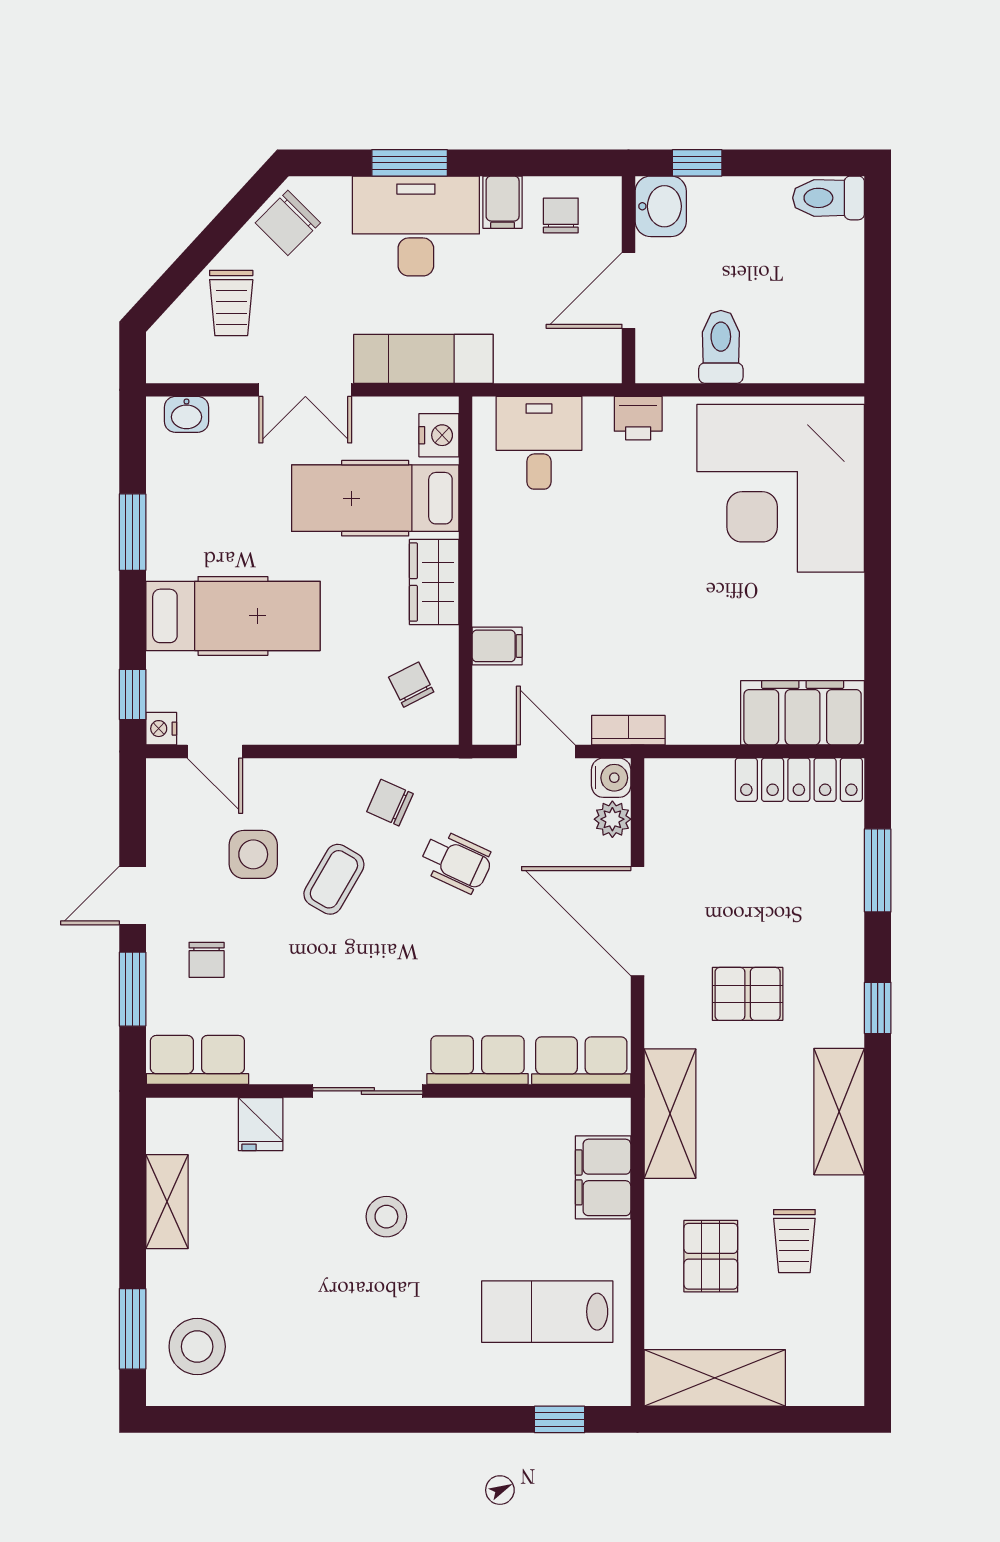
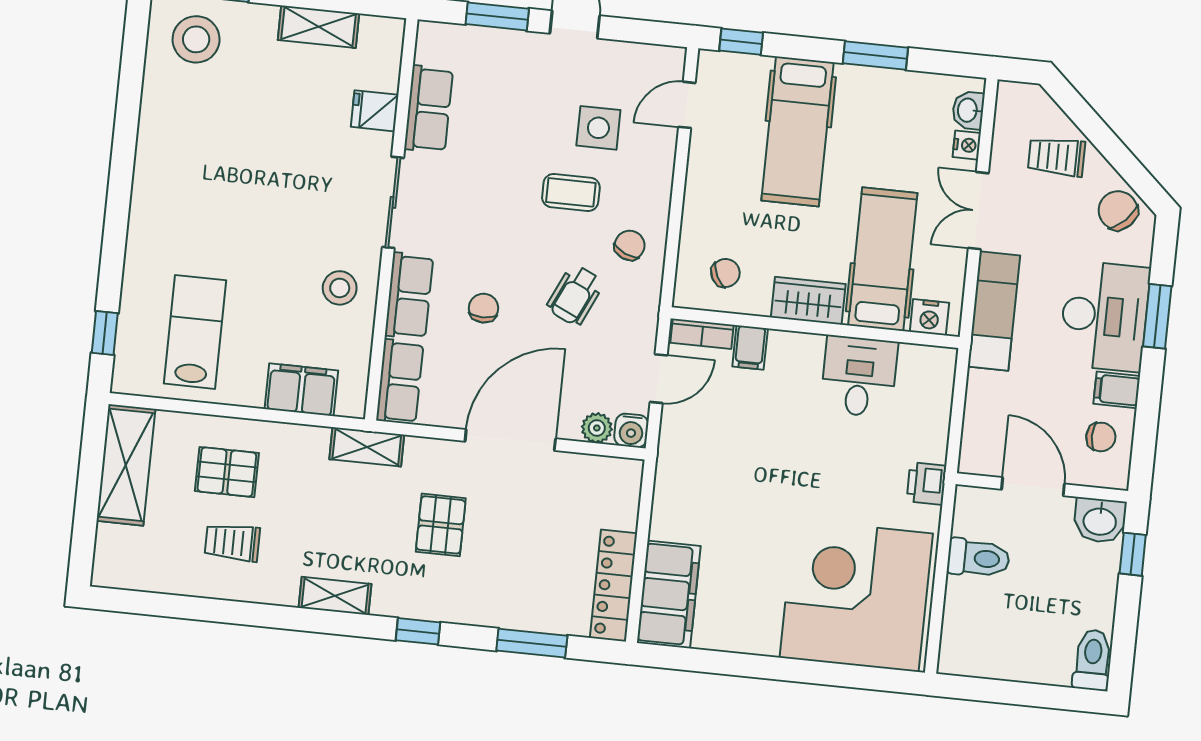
desk: (539, 443) -> (859, 376), moved, turned -90
nightstand: (161, 729) -> (967, 145), moved, turned 90
bookcase: (628, 730) -> (702, 334), moved, turned 90
coffee table: (334, 879) -> (571, 192), turned -30
chair: (207, 960) -> (484, 308), moved, turned 90
row of seats: (197, 1060) -> (429, 109), moved
shelving: (839, 1112) -> (335, 596), width x0.67, depth x0.75
shelving: (670, 1114) -> (367, 447), width x0.67, depth x0.75
stool: (386, 1217) -> (340, 288), moved

